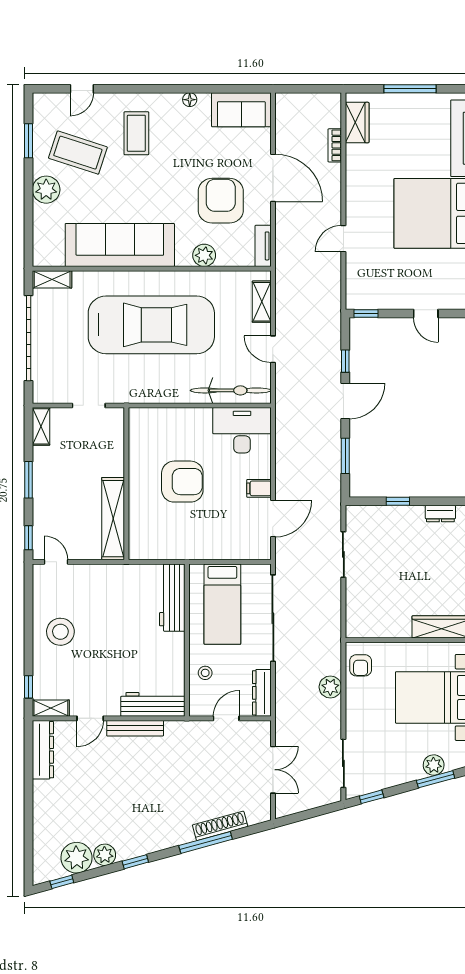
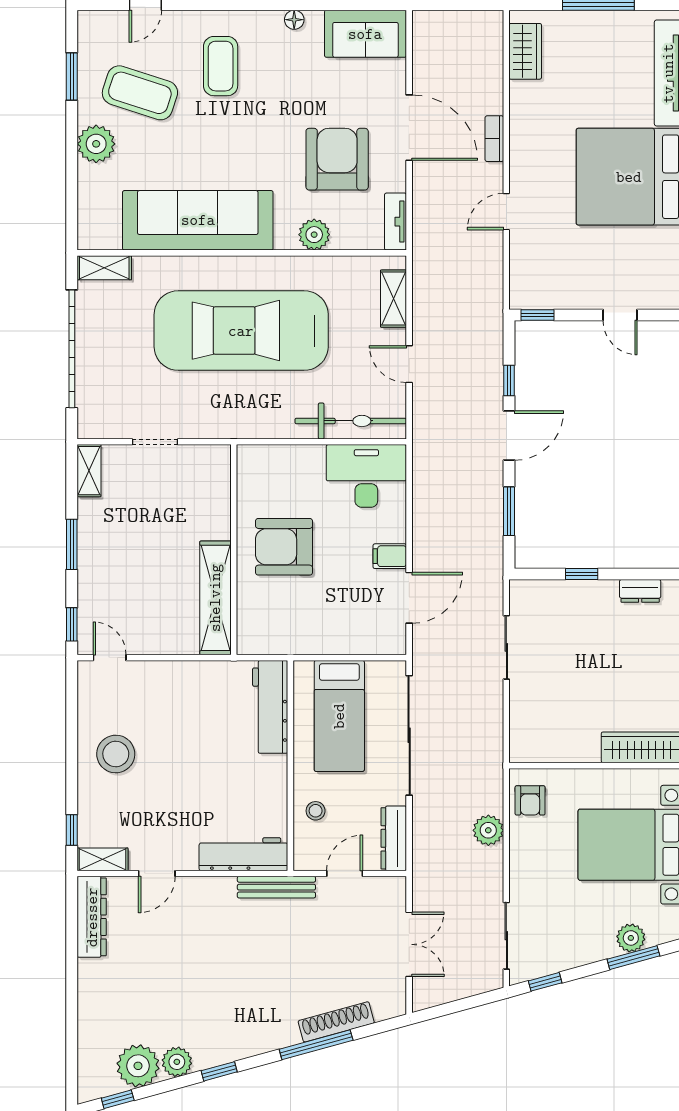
bookcase: (335, 145) -> (494, 139), moved
car: (151, 325) -> (241, 331), turned 180
armchair: (182, 482) -> (284, 547), turned 180
wall: (126, 484) -> (234, 550), moved
shelving: (113, 519) -> (215, 598), moved
bench: (135, 728) -> (276, 887), moved

